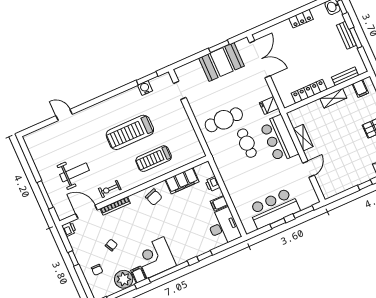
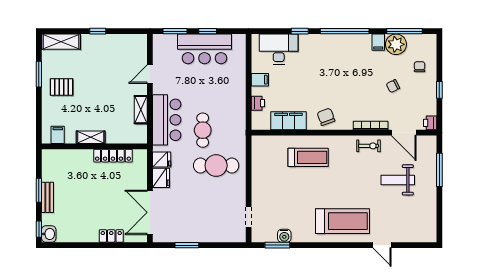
locker: (301, 19) -> (111, 236), moved
booth: (221, 62) -> (192, 227), removed
bench: (345, 76) -> (68, 155), removed
fridge: (263, 91) -> (161, 178), added
treadmill: (130, 132) -> (342, 221), moved
desk: (223, 227) -> (279, 49), moved, turned 90
corner desk: (155, 258) -> (352, 52), removed

